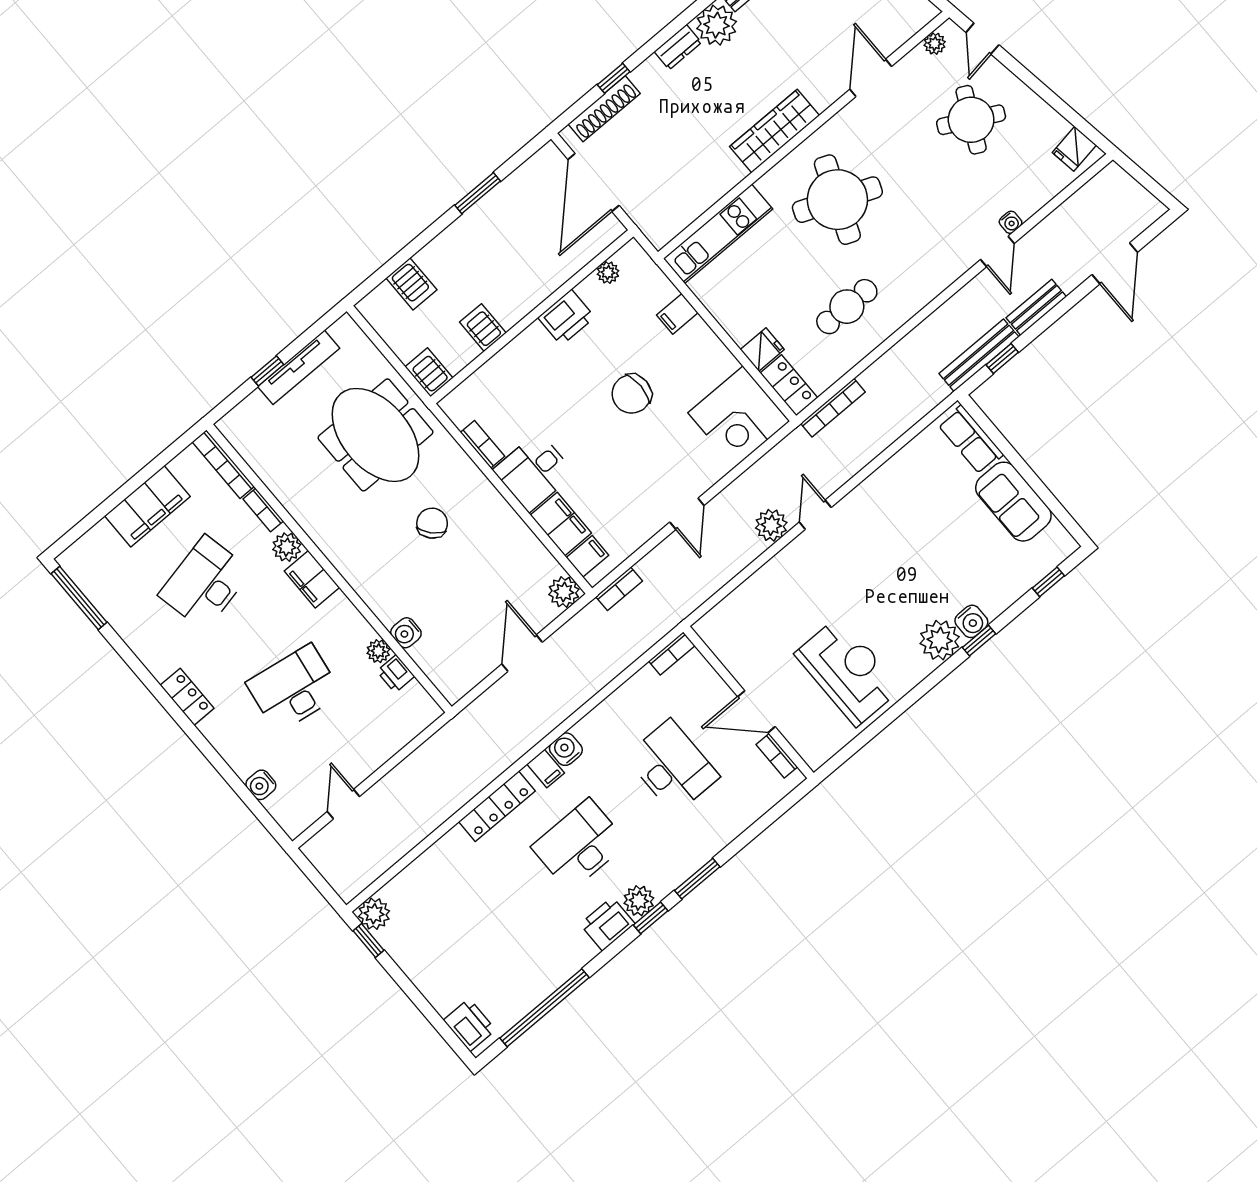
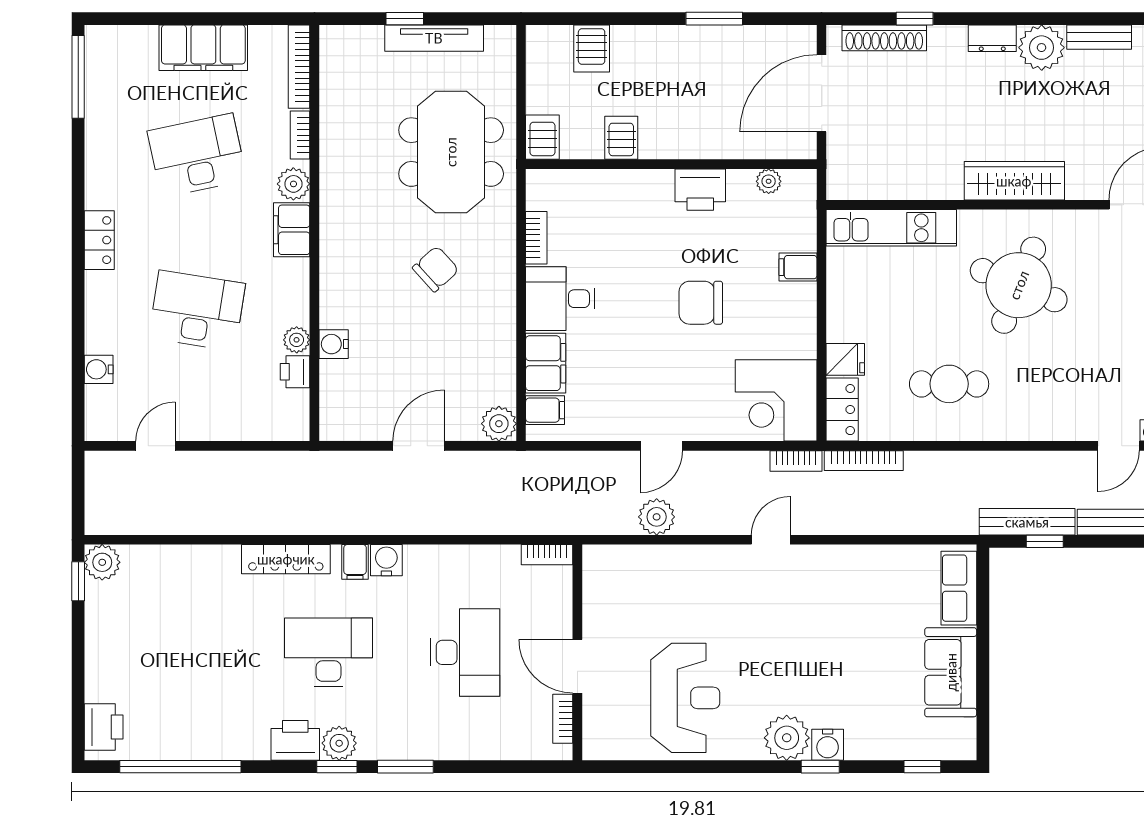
plant: (771, 525) -> (657, 517), moved
bookcase: (619, 589) -> (796, 461), moved

